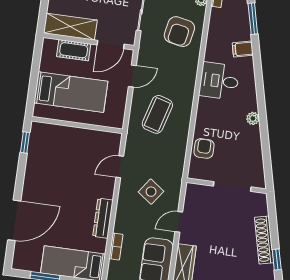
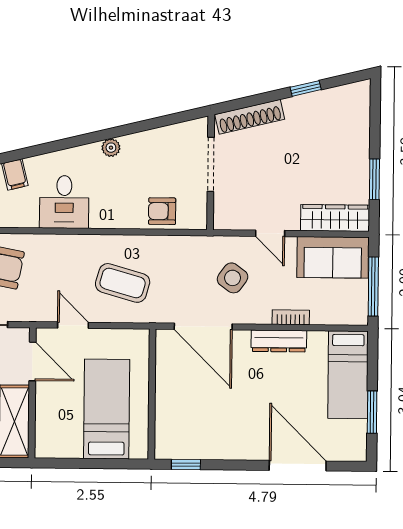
cot: (74, 50) -> (47, 413), removed
door: (120, 167) -> (203, 327), width x1.88
shoe rack: (264, 240) -> (250, 117), moved
bookcase: (116, 246) -> (291, 317), moved

